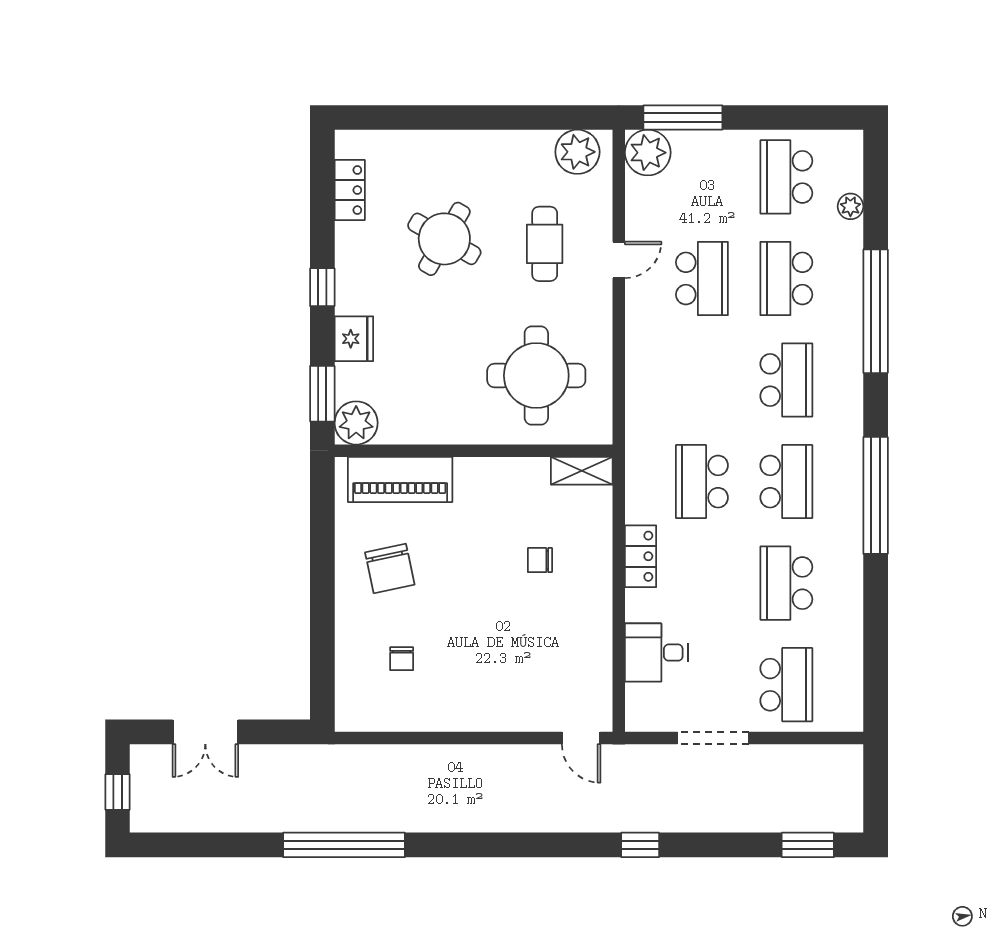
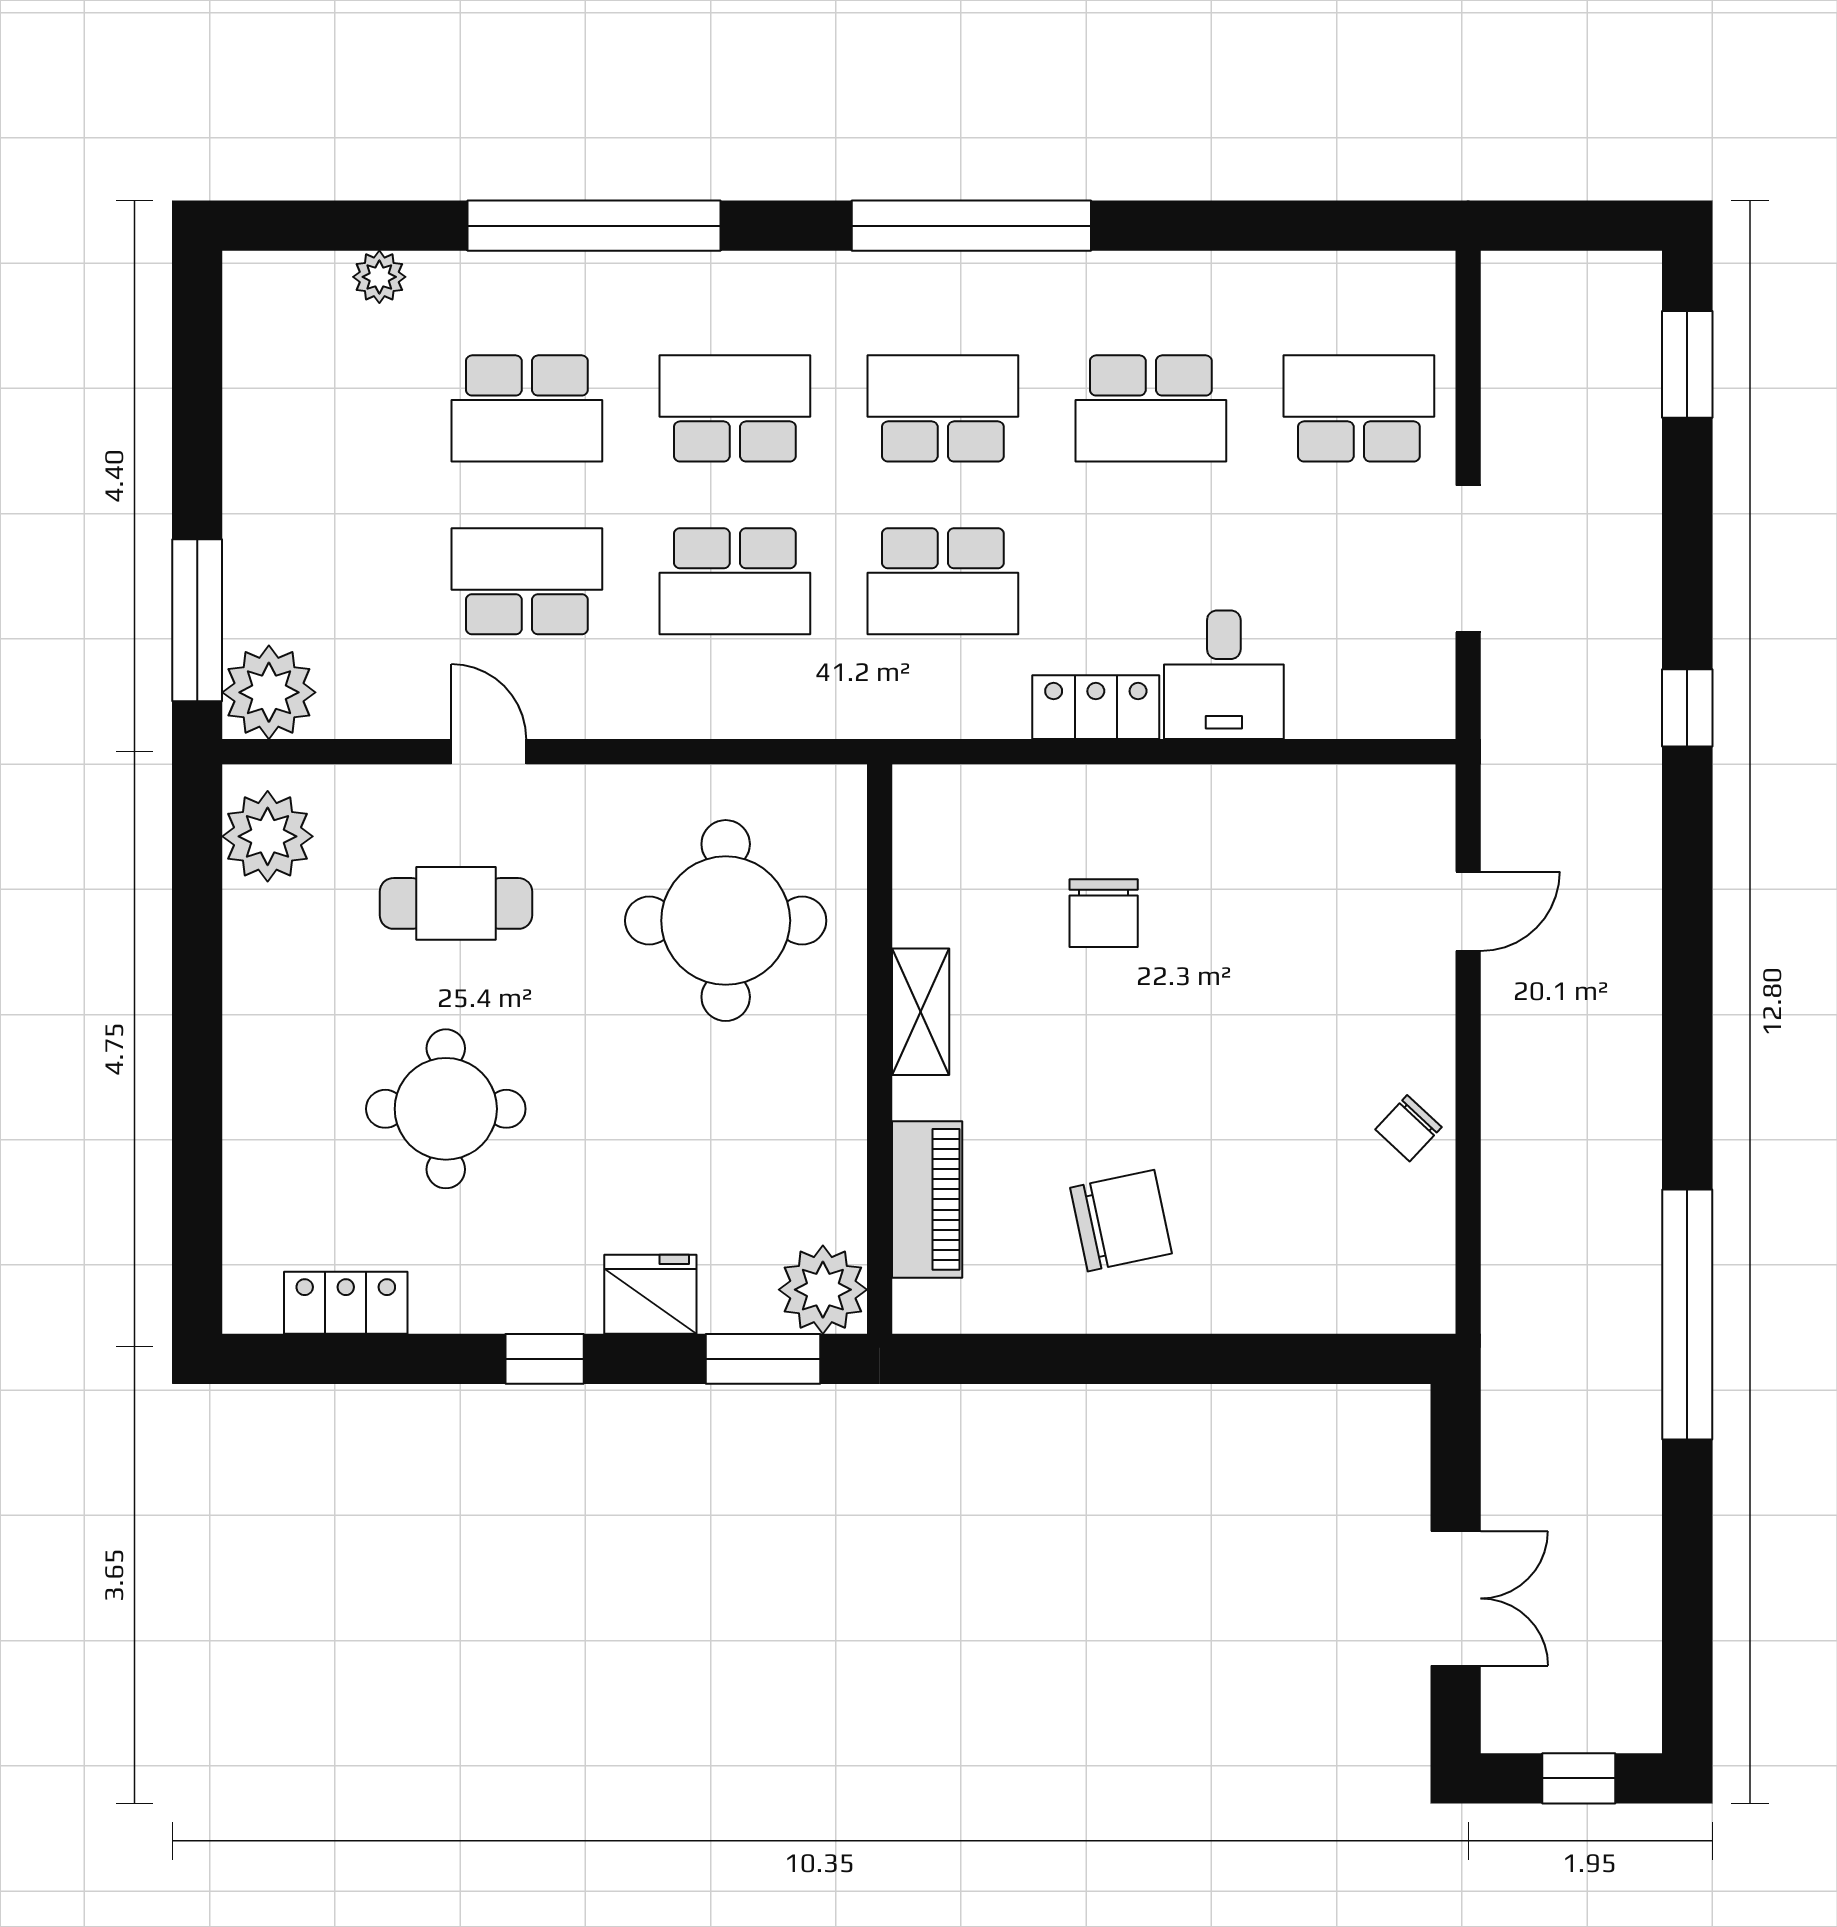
school desk: (786, 177) -> (735, 581), moved
round table: (444, 239) -> (446, 1109), turned -30
shelving: (582, 471) -> (921, 1012), moved
piano: (400, 479) -> (927, 1199), width x0.73, depth x0.75
chair: (540, 560) -> (1104, 913), width x1.37, depth x1.37
desk: (656, 653) -> (1224, 675), moved
chair: (402, 659) -> (1408, 1128), moved, turned 133
door: (581, 738) -> (1468, 911), moved

